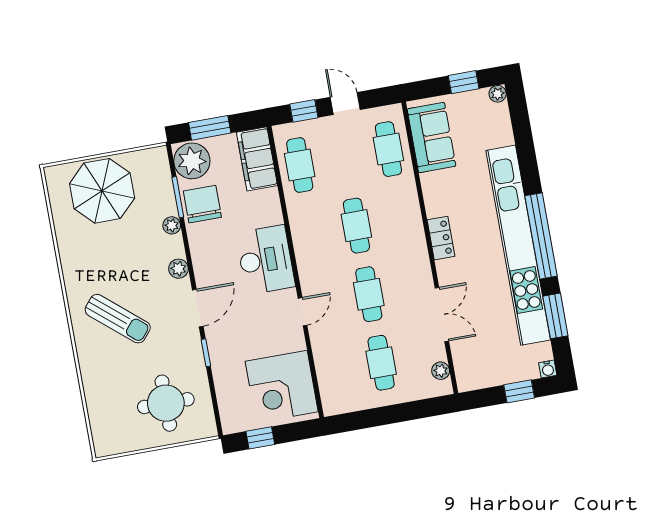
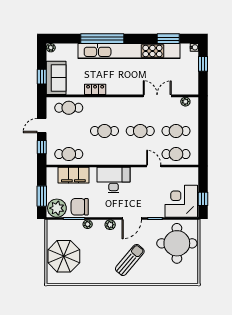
window: (464, 82) -> (42, 77), moved
sofa: (431, 138) -> (56, 78), moved, turned 90
filing cabinet: (257, 159) -> (73, 175), moved
window: (541, 236) -> (102, 39), moved
locker: (441, 238) -> (95, 89), moved
door: (198, 308) -> (132, 219), swing flipped
door: (303, 312) -> (154, 166), moved
cafe table: (337, 371) -> (176, 154), added
corner desk: (282, 387) -> (181, 201), moved, turned 180
round table: (166, 403) -> (177, 243), width x1.36, depth x1.36

